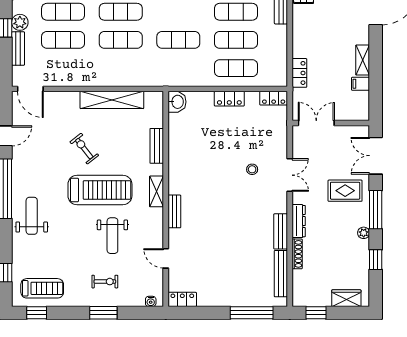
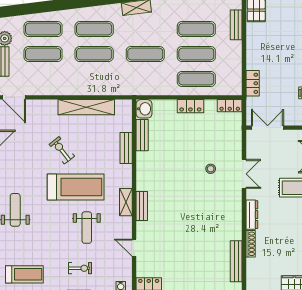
shelving: (157, 191) -> (126, 202), moved
bench: (281, 231) -> (142, 135), moved

